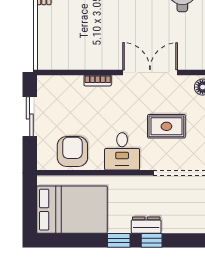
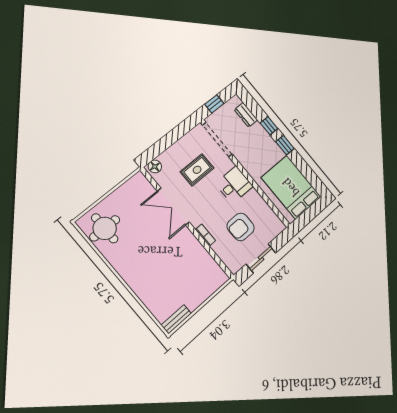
rug: (166, 126) -> (197, 170), turned 90
armchair: (72, 152) -> (241, 227), moved
dresser: (146, 225) -> (246, 115), moved

